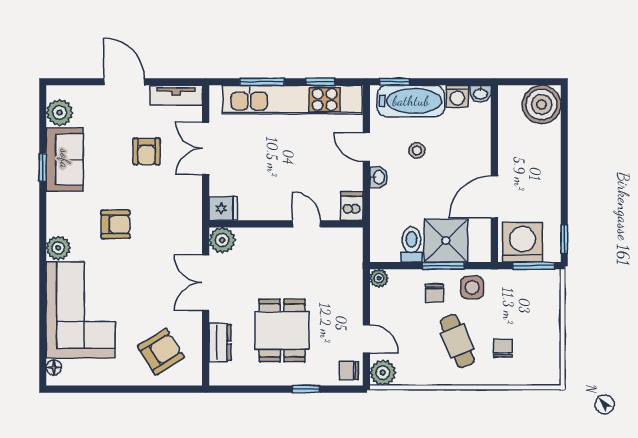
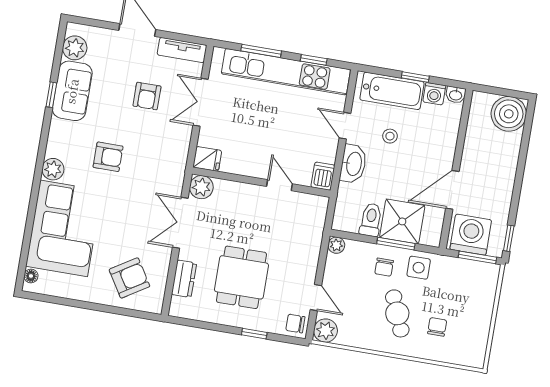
window: (395, 82) -> (415, 77), moved
washbasin: (379, 177) -> (353, 164), width x1.91, depth x1.45

